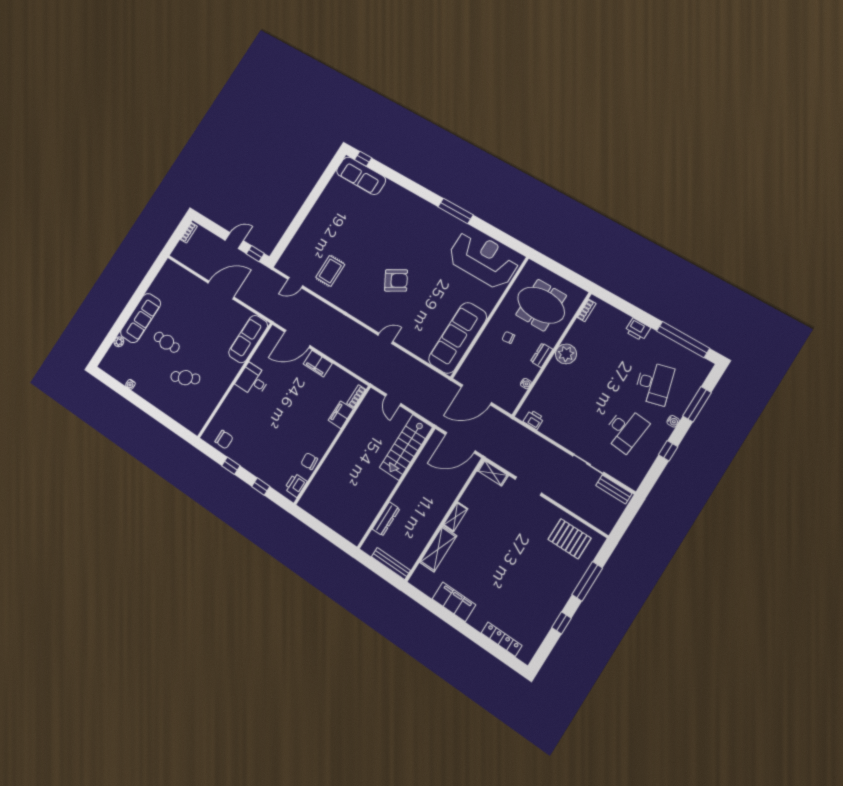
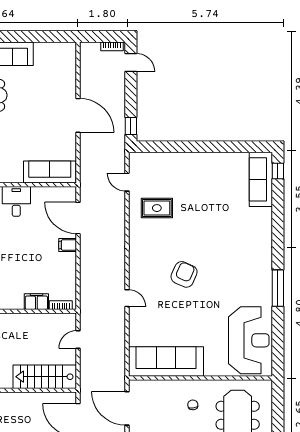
door: (234, 241) -> (131, 62), moved
armchair: (396, 280) -> (184, 274), turned -126
filing cabinet: (318, 364) -> (68, 245), width x0.50

